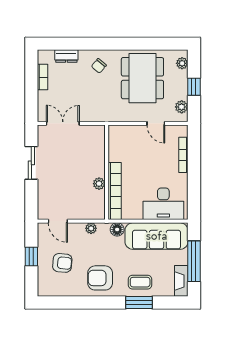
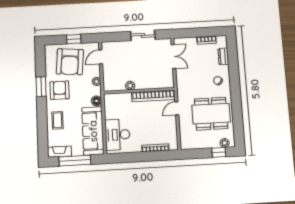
window: (194, 87) -> (219, 152), moved
plant: (182, 107) -> (192, 144), removed
door: (156, 123) -> (177, 108), moved
bookcase: (115, 191) -> (153, 96), moved
armchair: (62, 263) -> (70, 62), width x1.88, depth x1.88
window: (139, 303) -> (41, 87), moved

